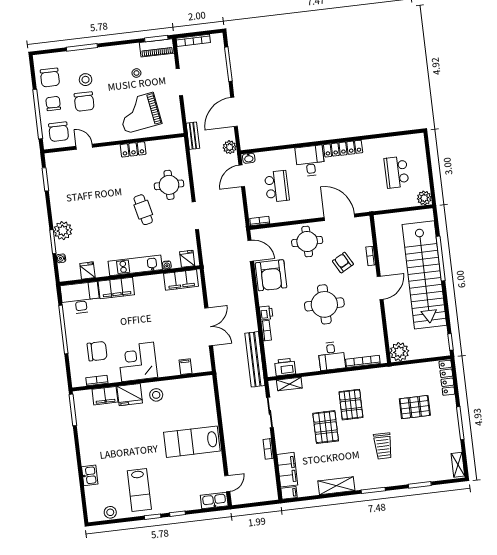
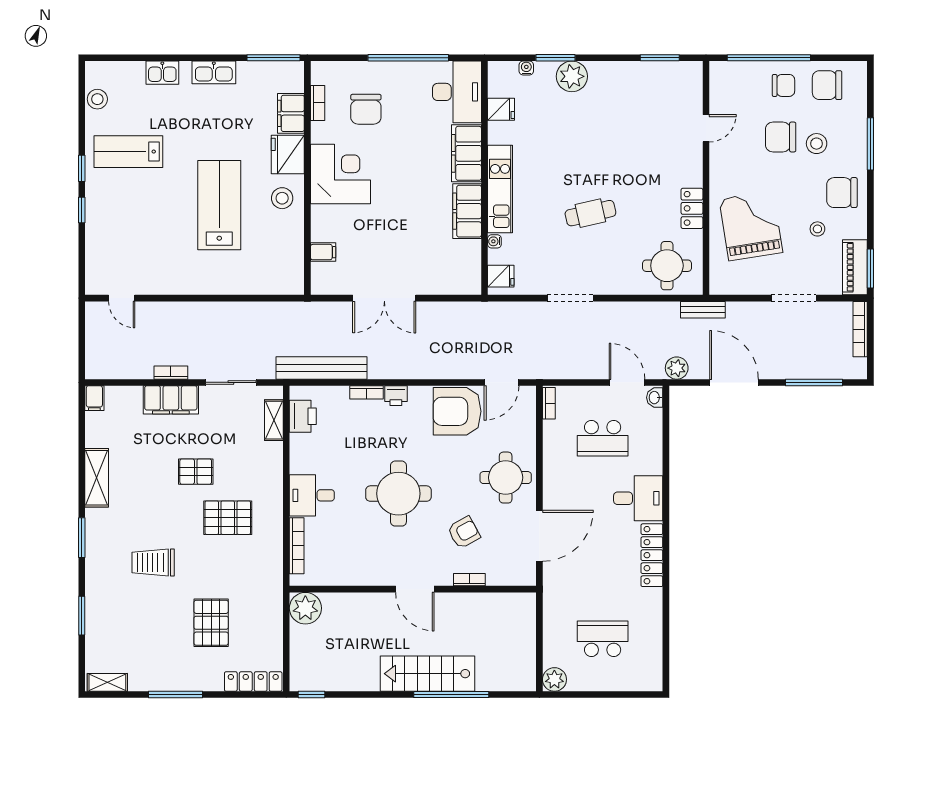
chair: (59, 132) -> (842, 193), moved
round table: (169, 185) -> (667, 266), moved
stairs: (424, 275) -> (427, 674), width x0.54, depth x0.66
filing cabinet: (181, 280) -> (467, 211), moved
pallet: (326, 427) -> (196, 472), width x0.67, depth x0.71
lab bench: (192, 442) -> (219, 205), moved
filing cabinet: (287, 470) -> (171, 400), moved
kitchen sink: (214, 500) -> (214, 72), moved, turned 90

